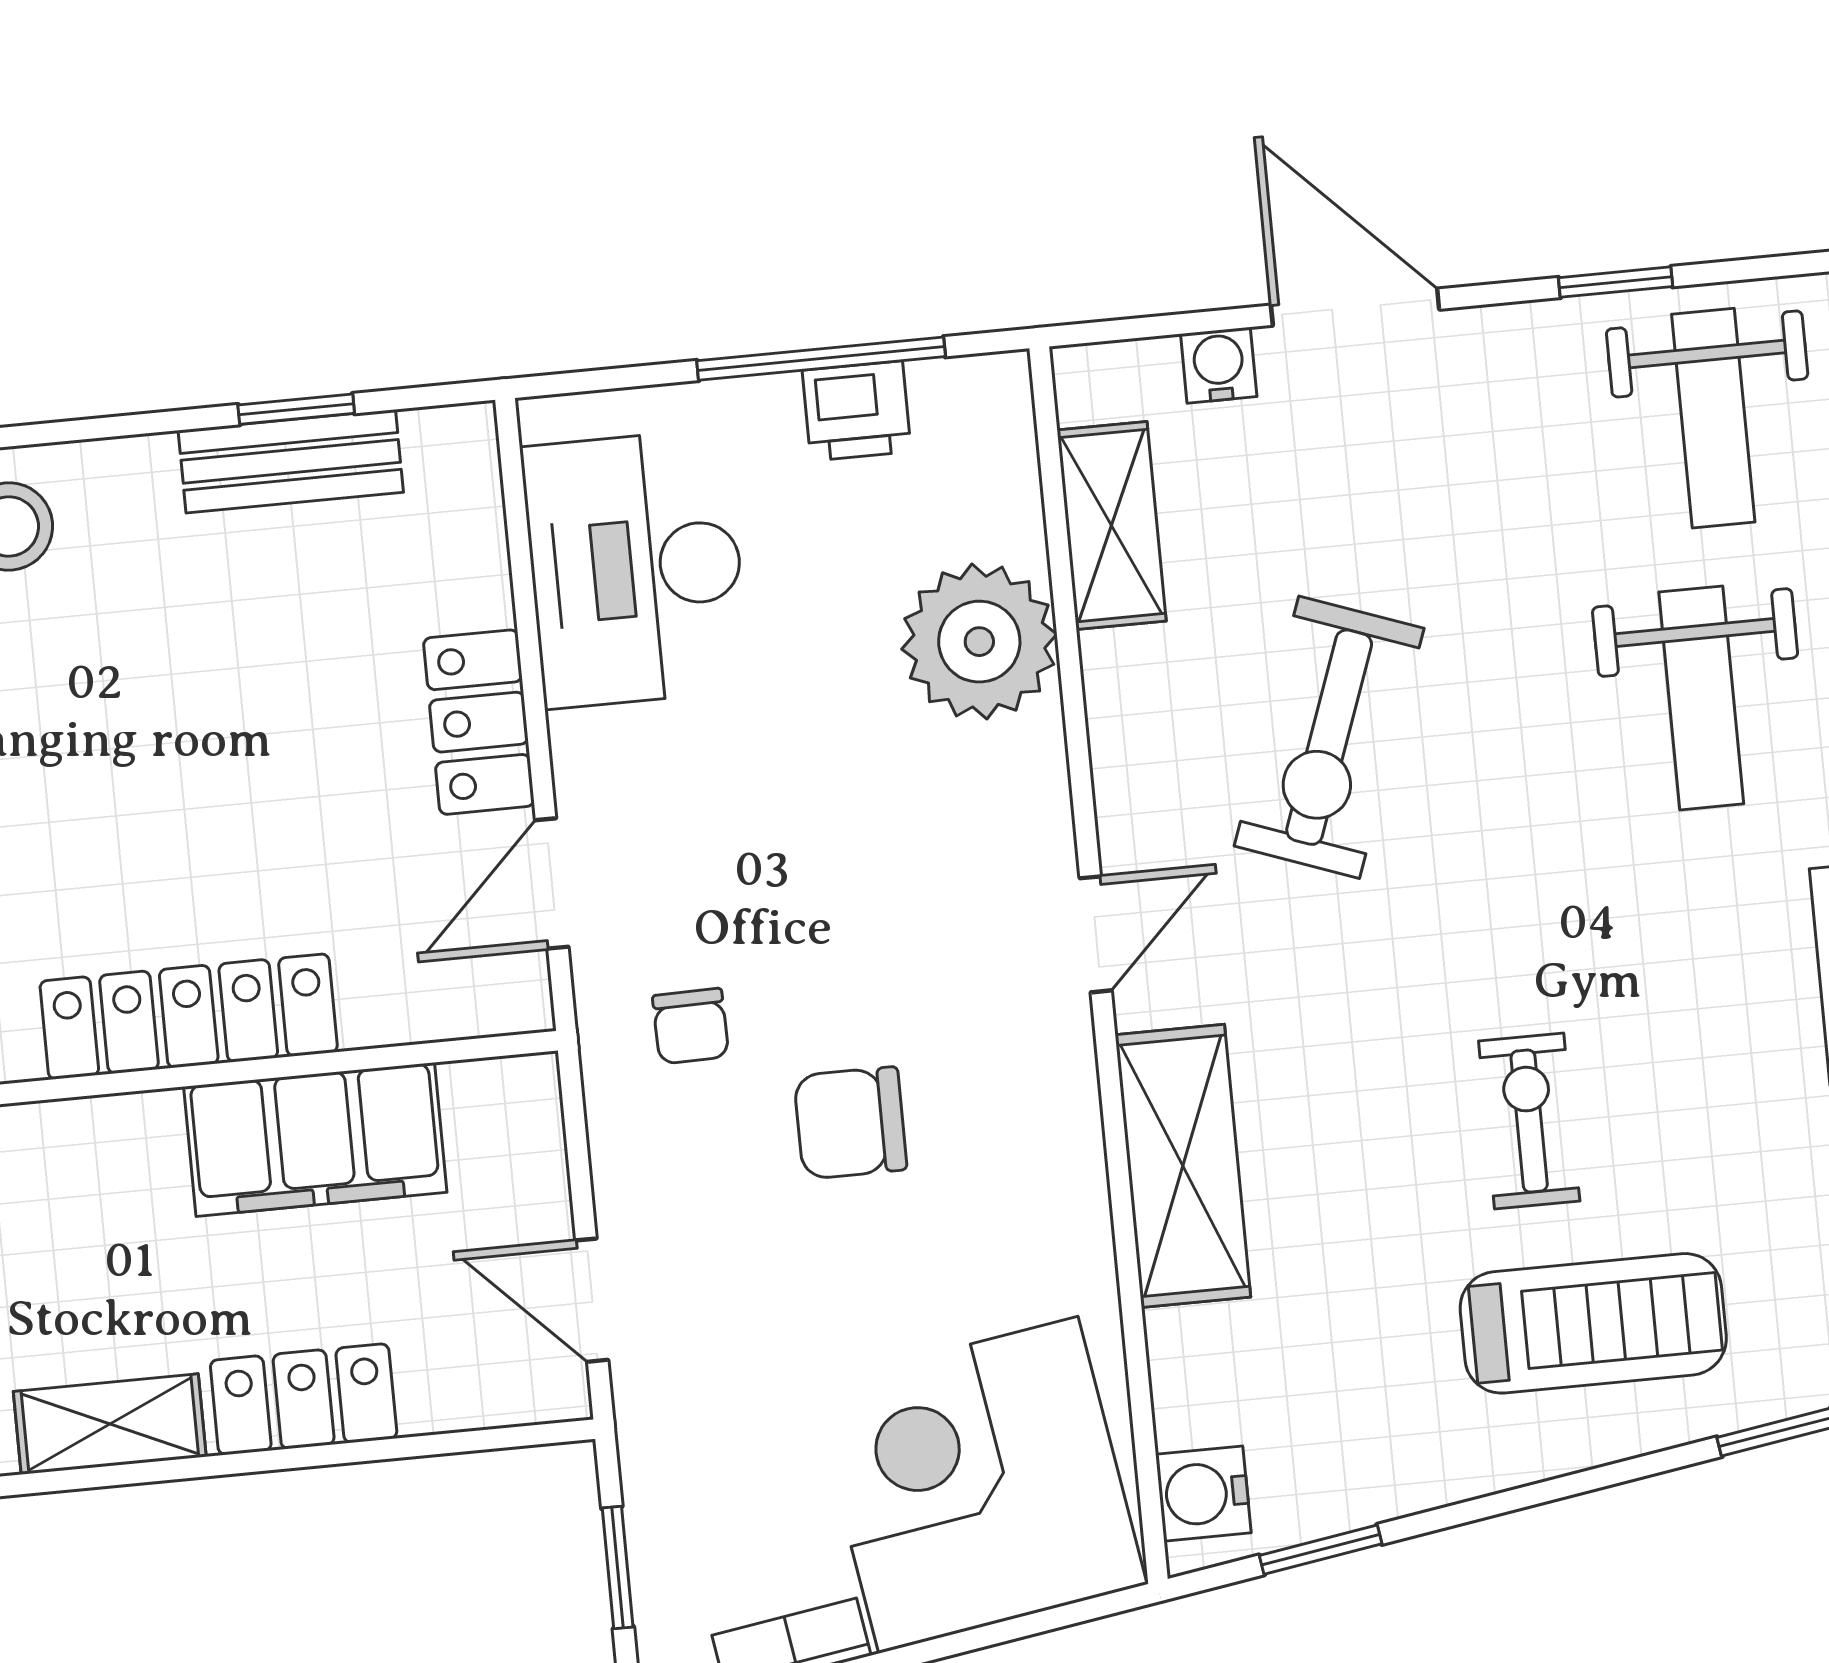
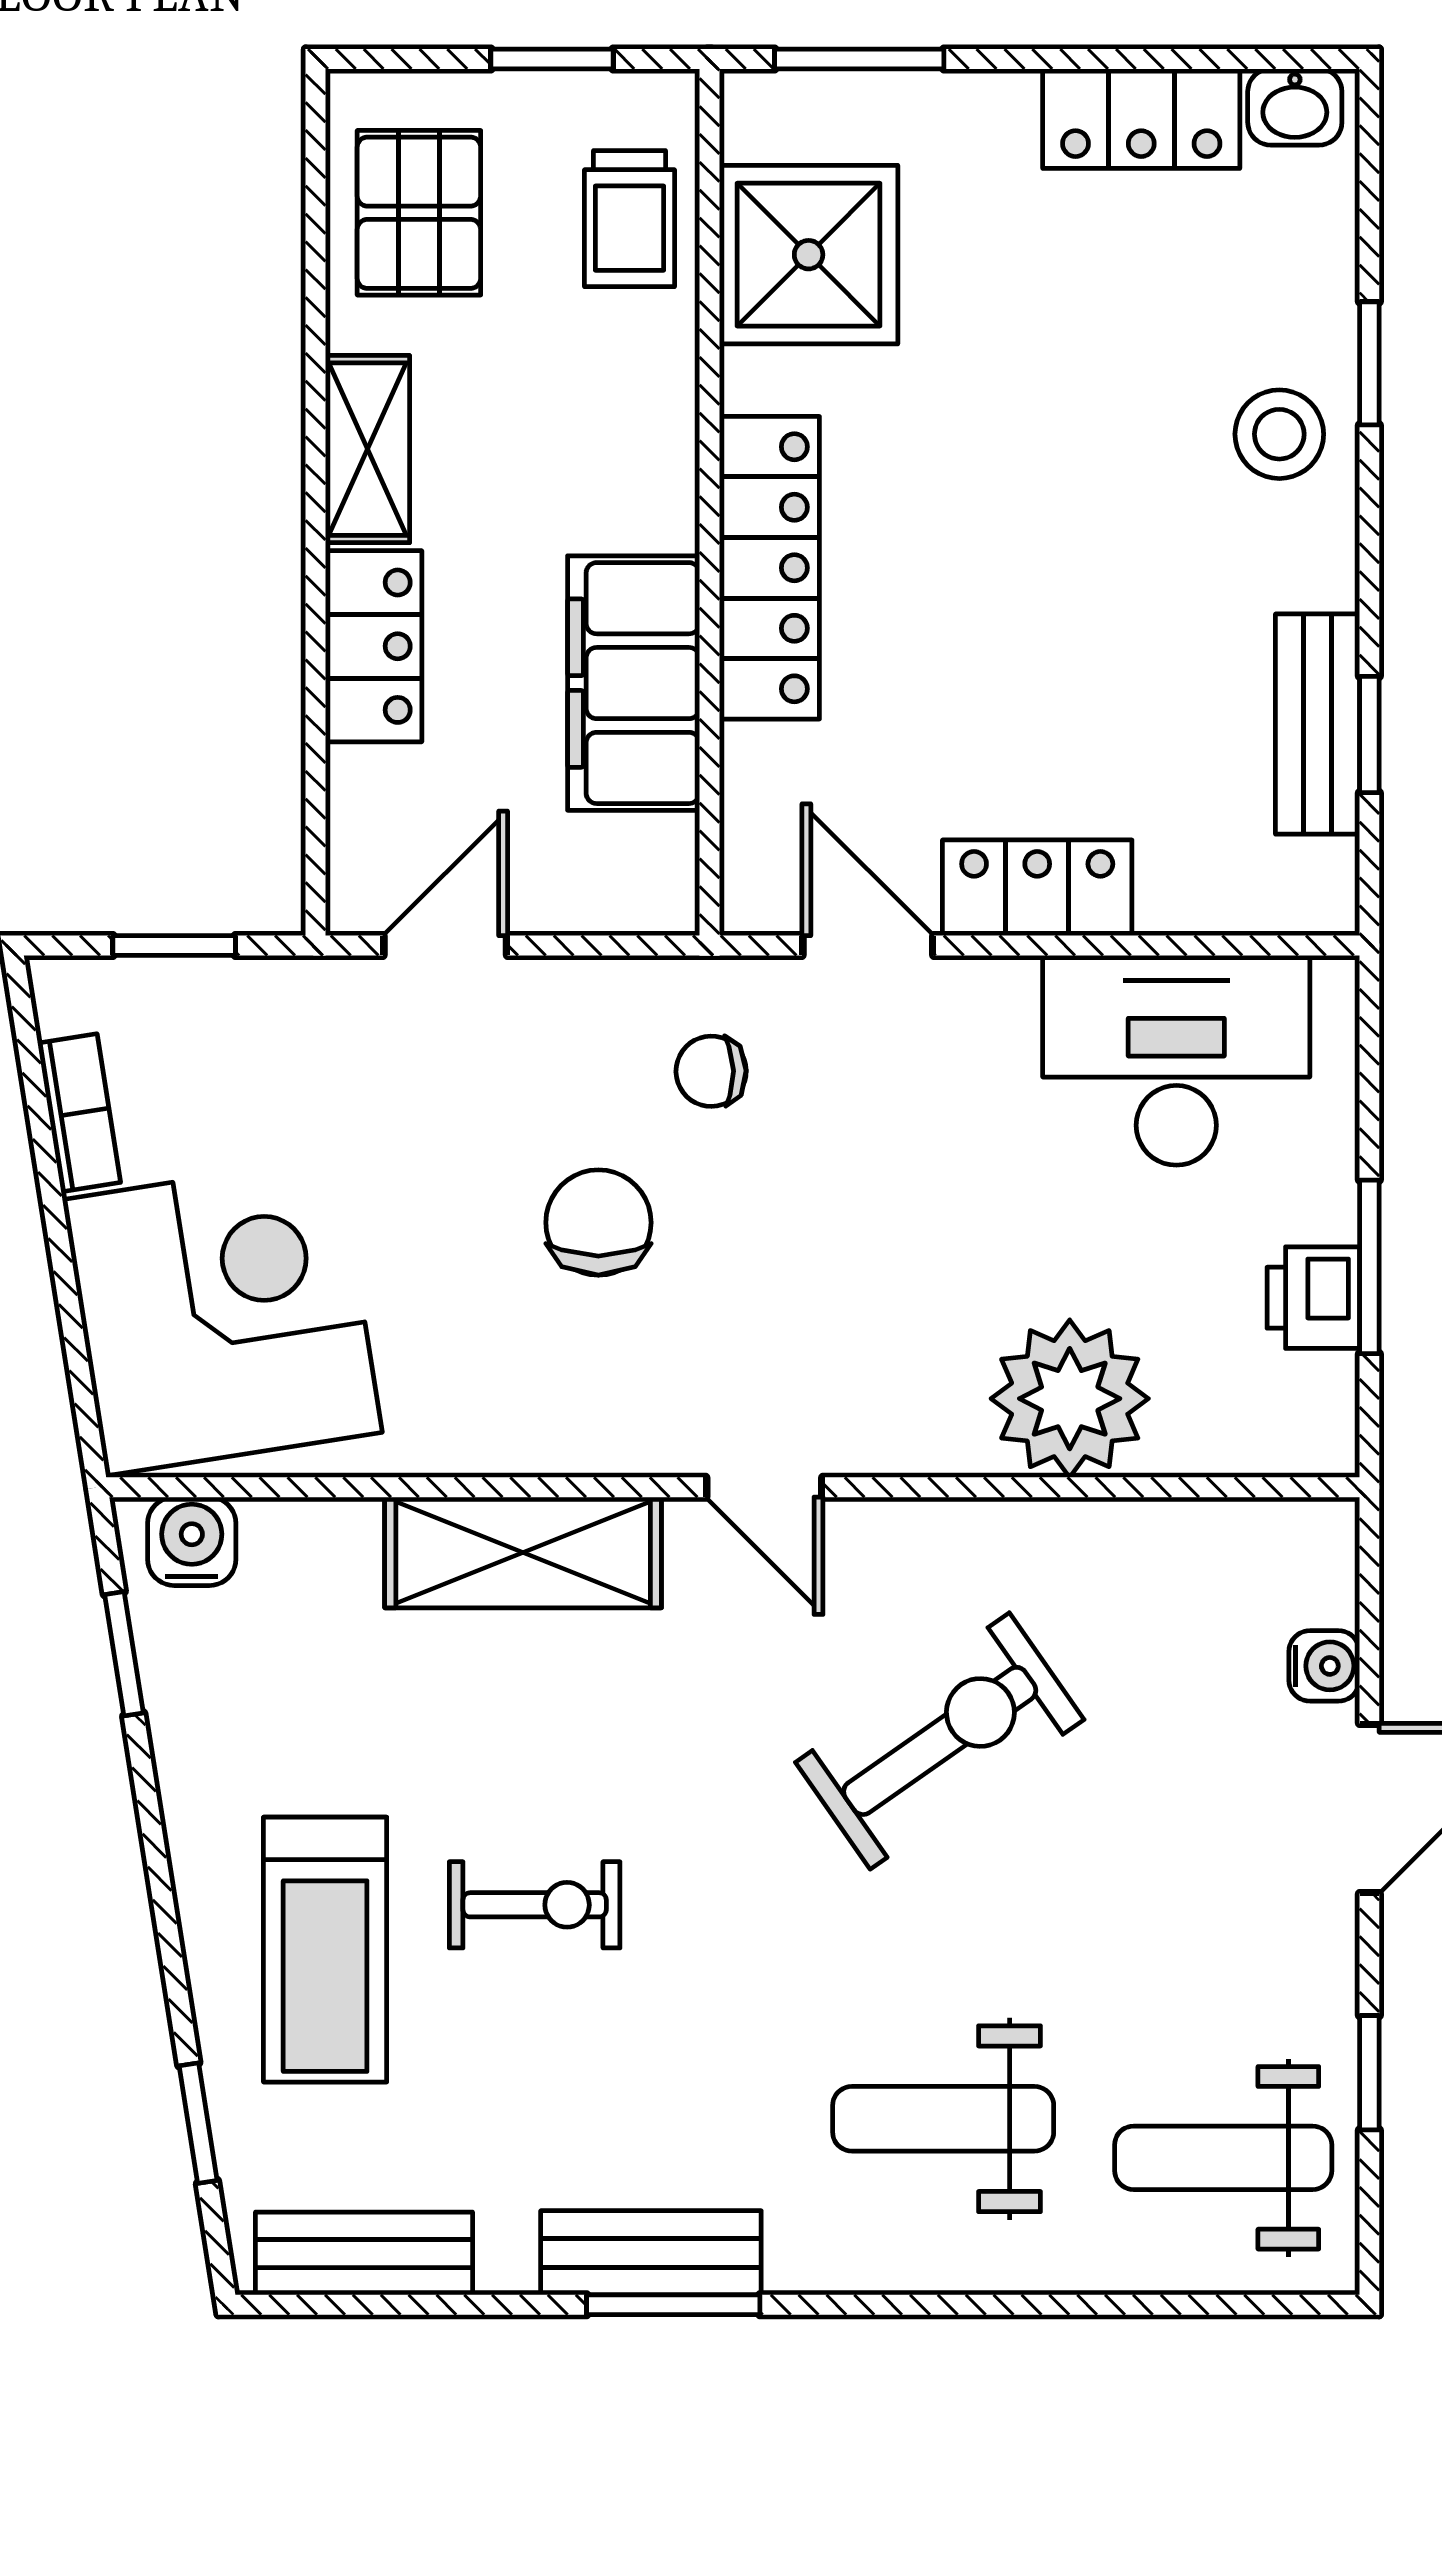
window: (821, 359) -> (1369, 1267), width x0.69
shelving: (1112, 526) -> (1173, 1543), removed
exercise bike: (1329, 737) -> (940, 1741), turned 125

